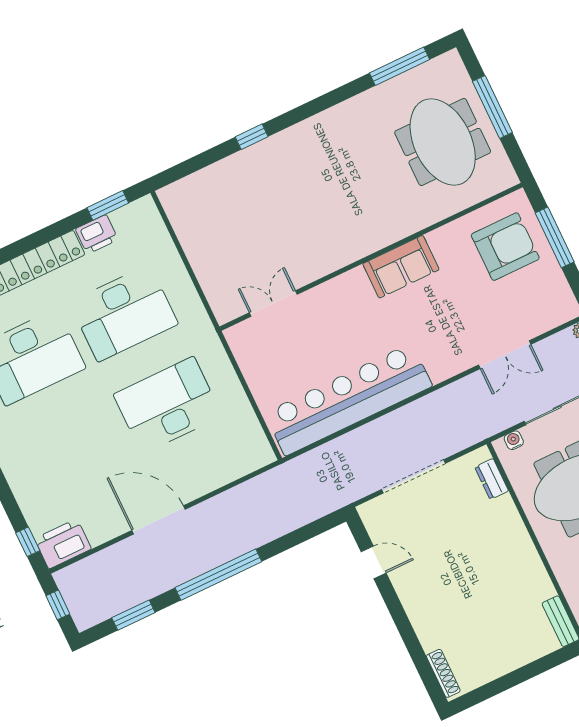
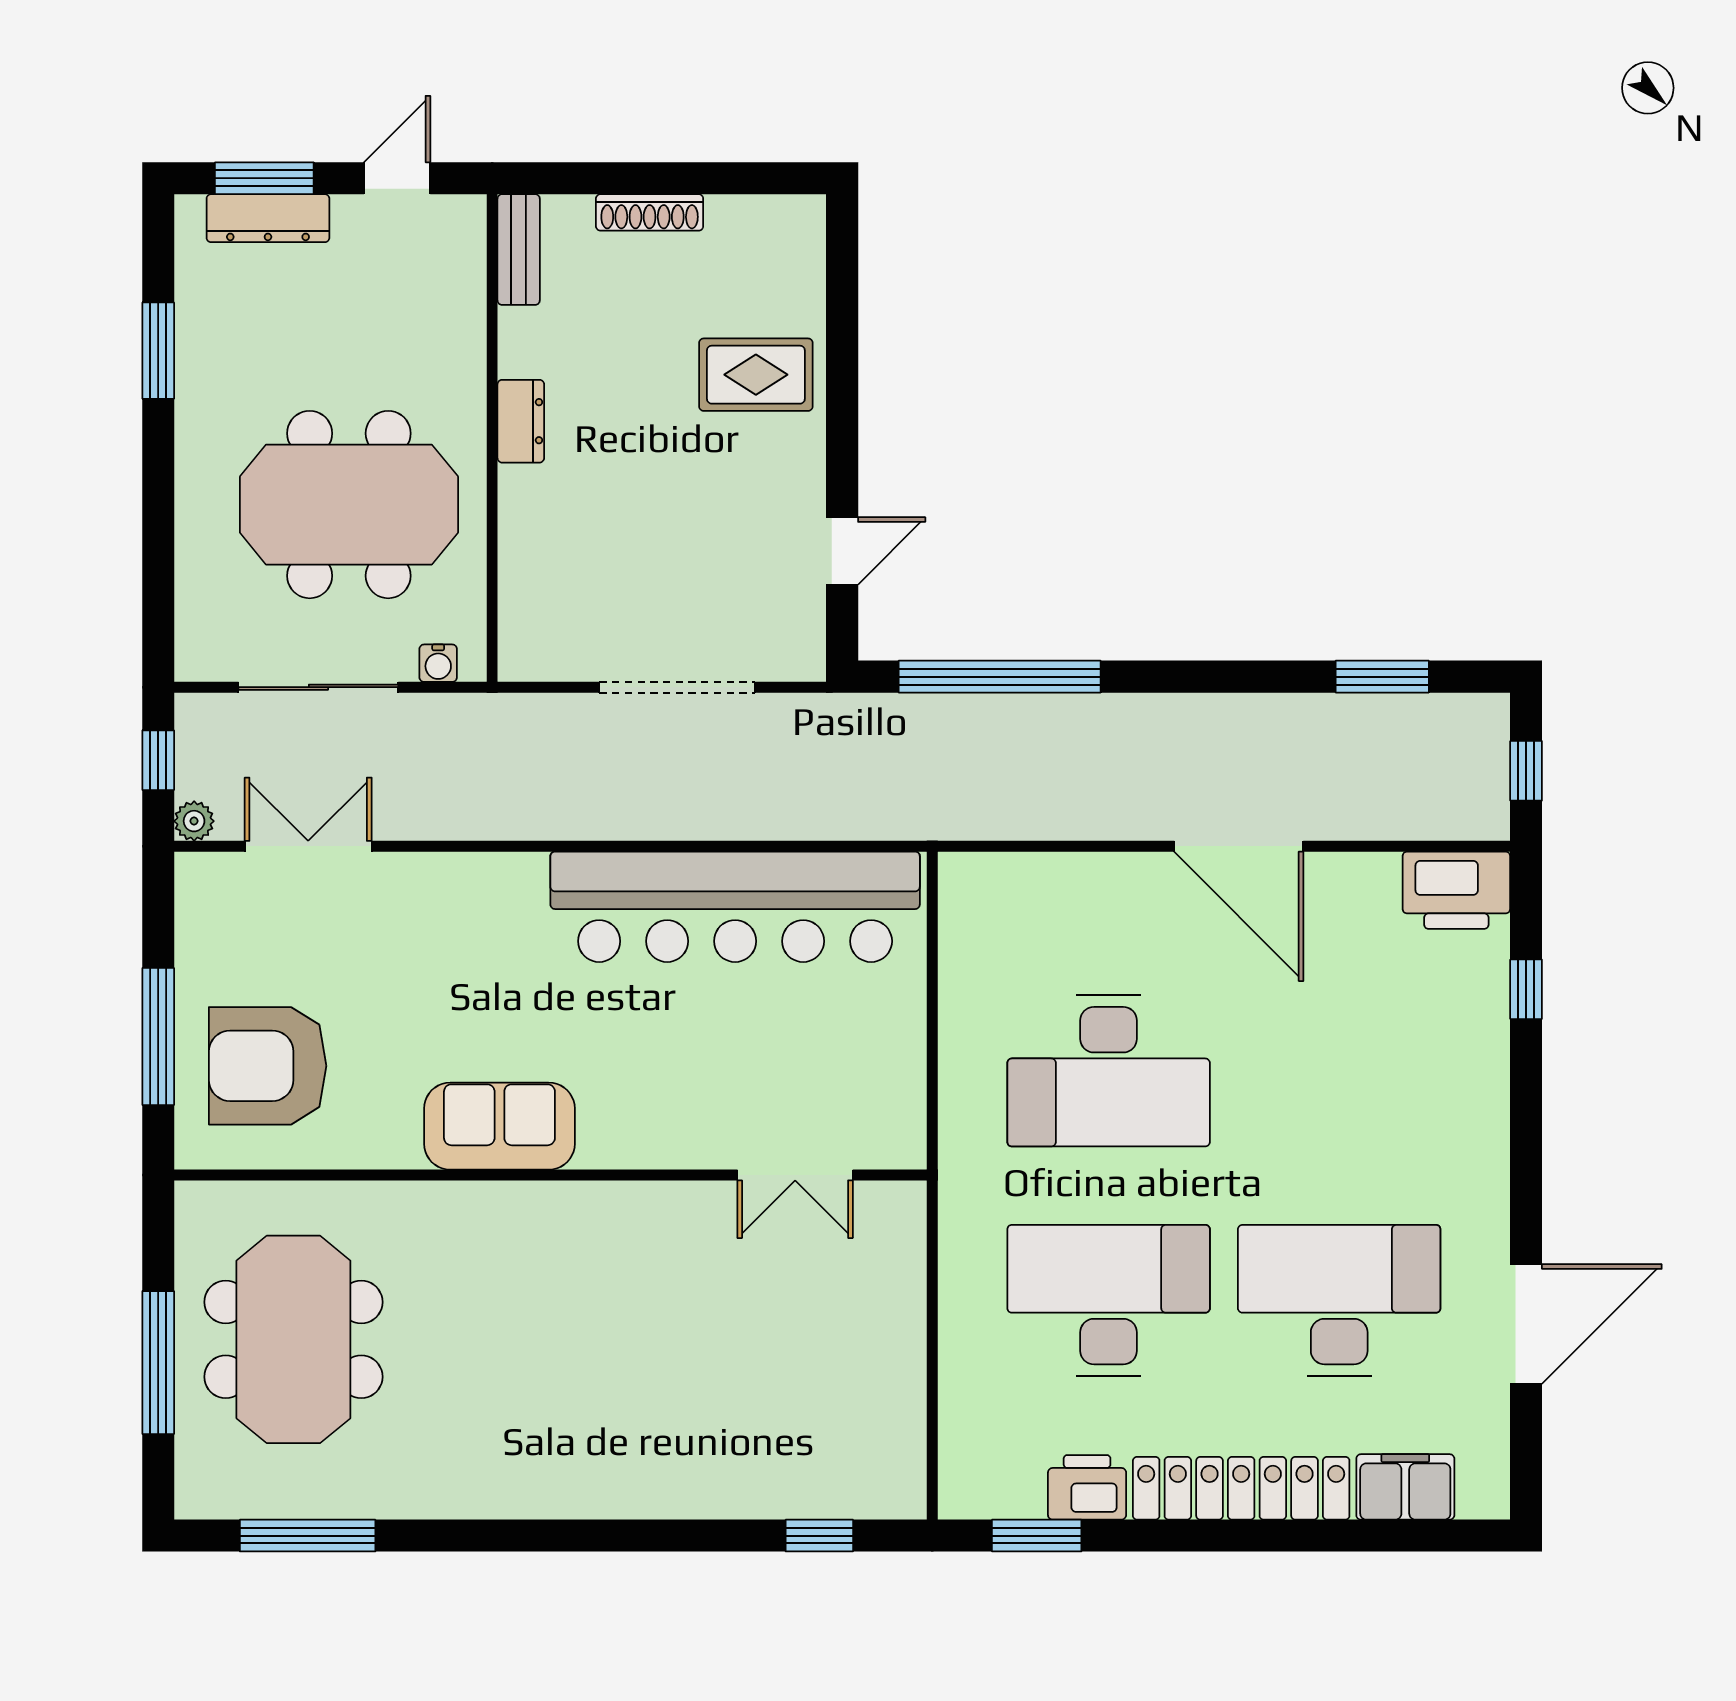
window: (252, 137) -> (819, 1536), moved
double door: (505, 355) -> (308, 846), moved
dresser: (492, 479) -> (521, 421), moved
window: (28, 542) -> (1526, 989), moved
door: (374, 562) -> (842, 551), swing flipped
window: (218, 575) -> (1000, 677), moved
rug: (442, 616) -> (756, 375), added
shoe rack: (443, 673) -> (650, 212), moved, turned -90

